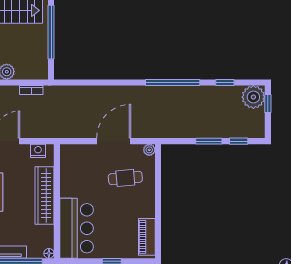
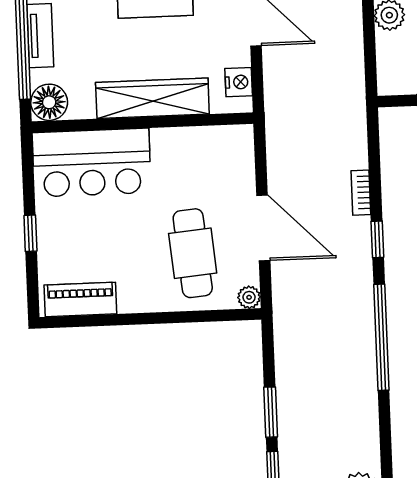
window: (225, 82) -> (377, 239), moved
bookcase: (31, 90) -> (361, 193), moved
cafe table: (125, 178) -> (193, 253), width x1.37, depth x1.35
floor lamp: (49, 253) -> (49, 102), width x1.89, depth x1.89

